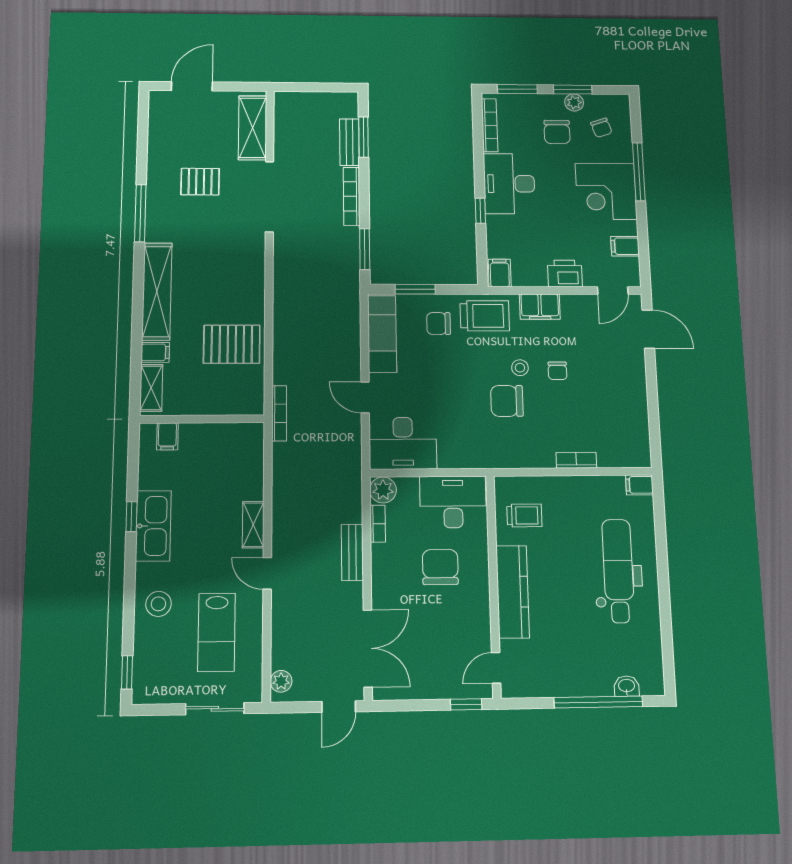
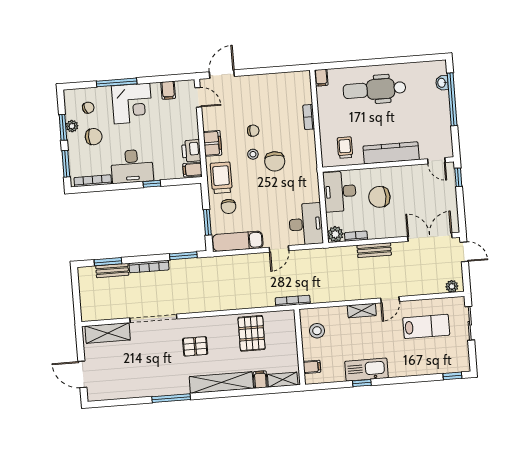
pallet: (200, 182) -> (195, 346), moved, turned 90
printer: (565, 274) -> (191, 151), moved
stool: (158, 604) -> (317, 331), moved

